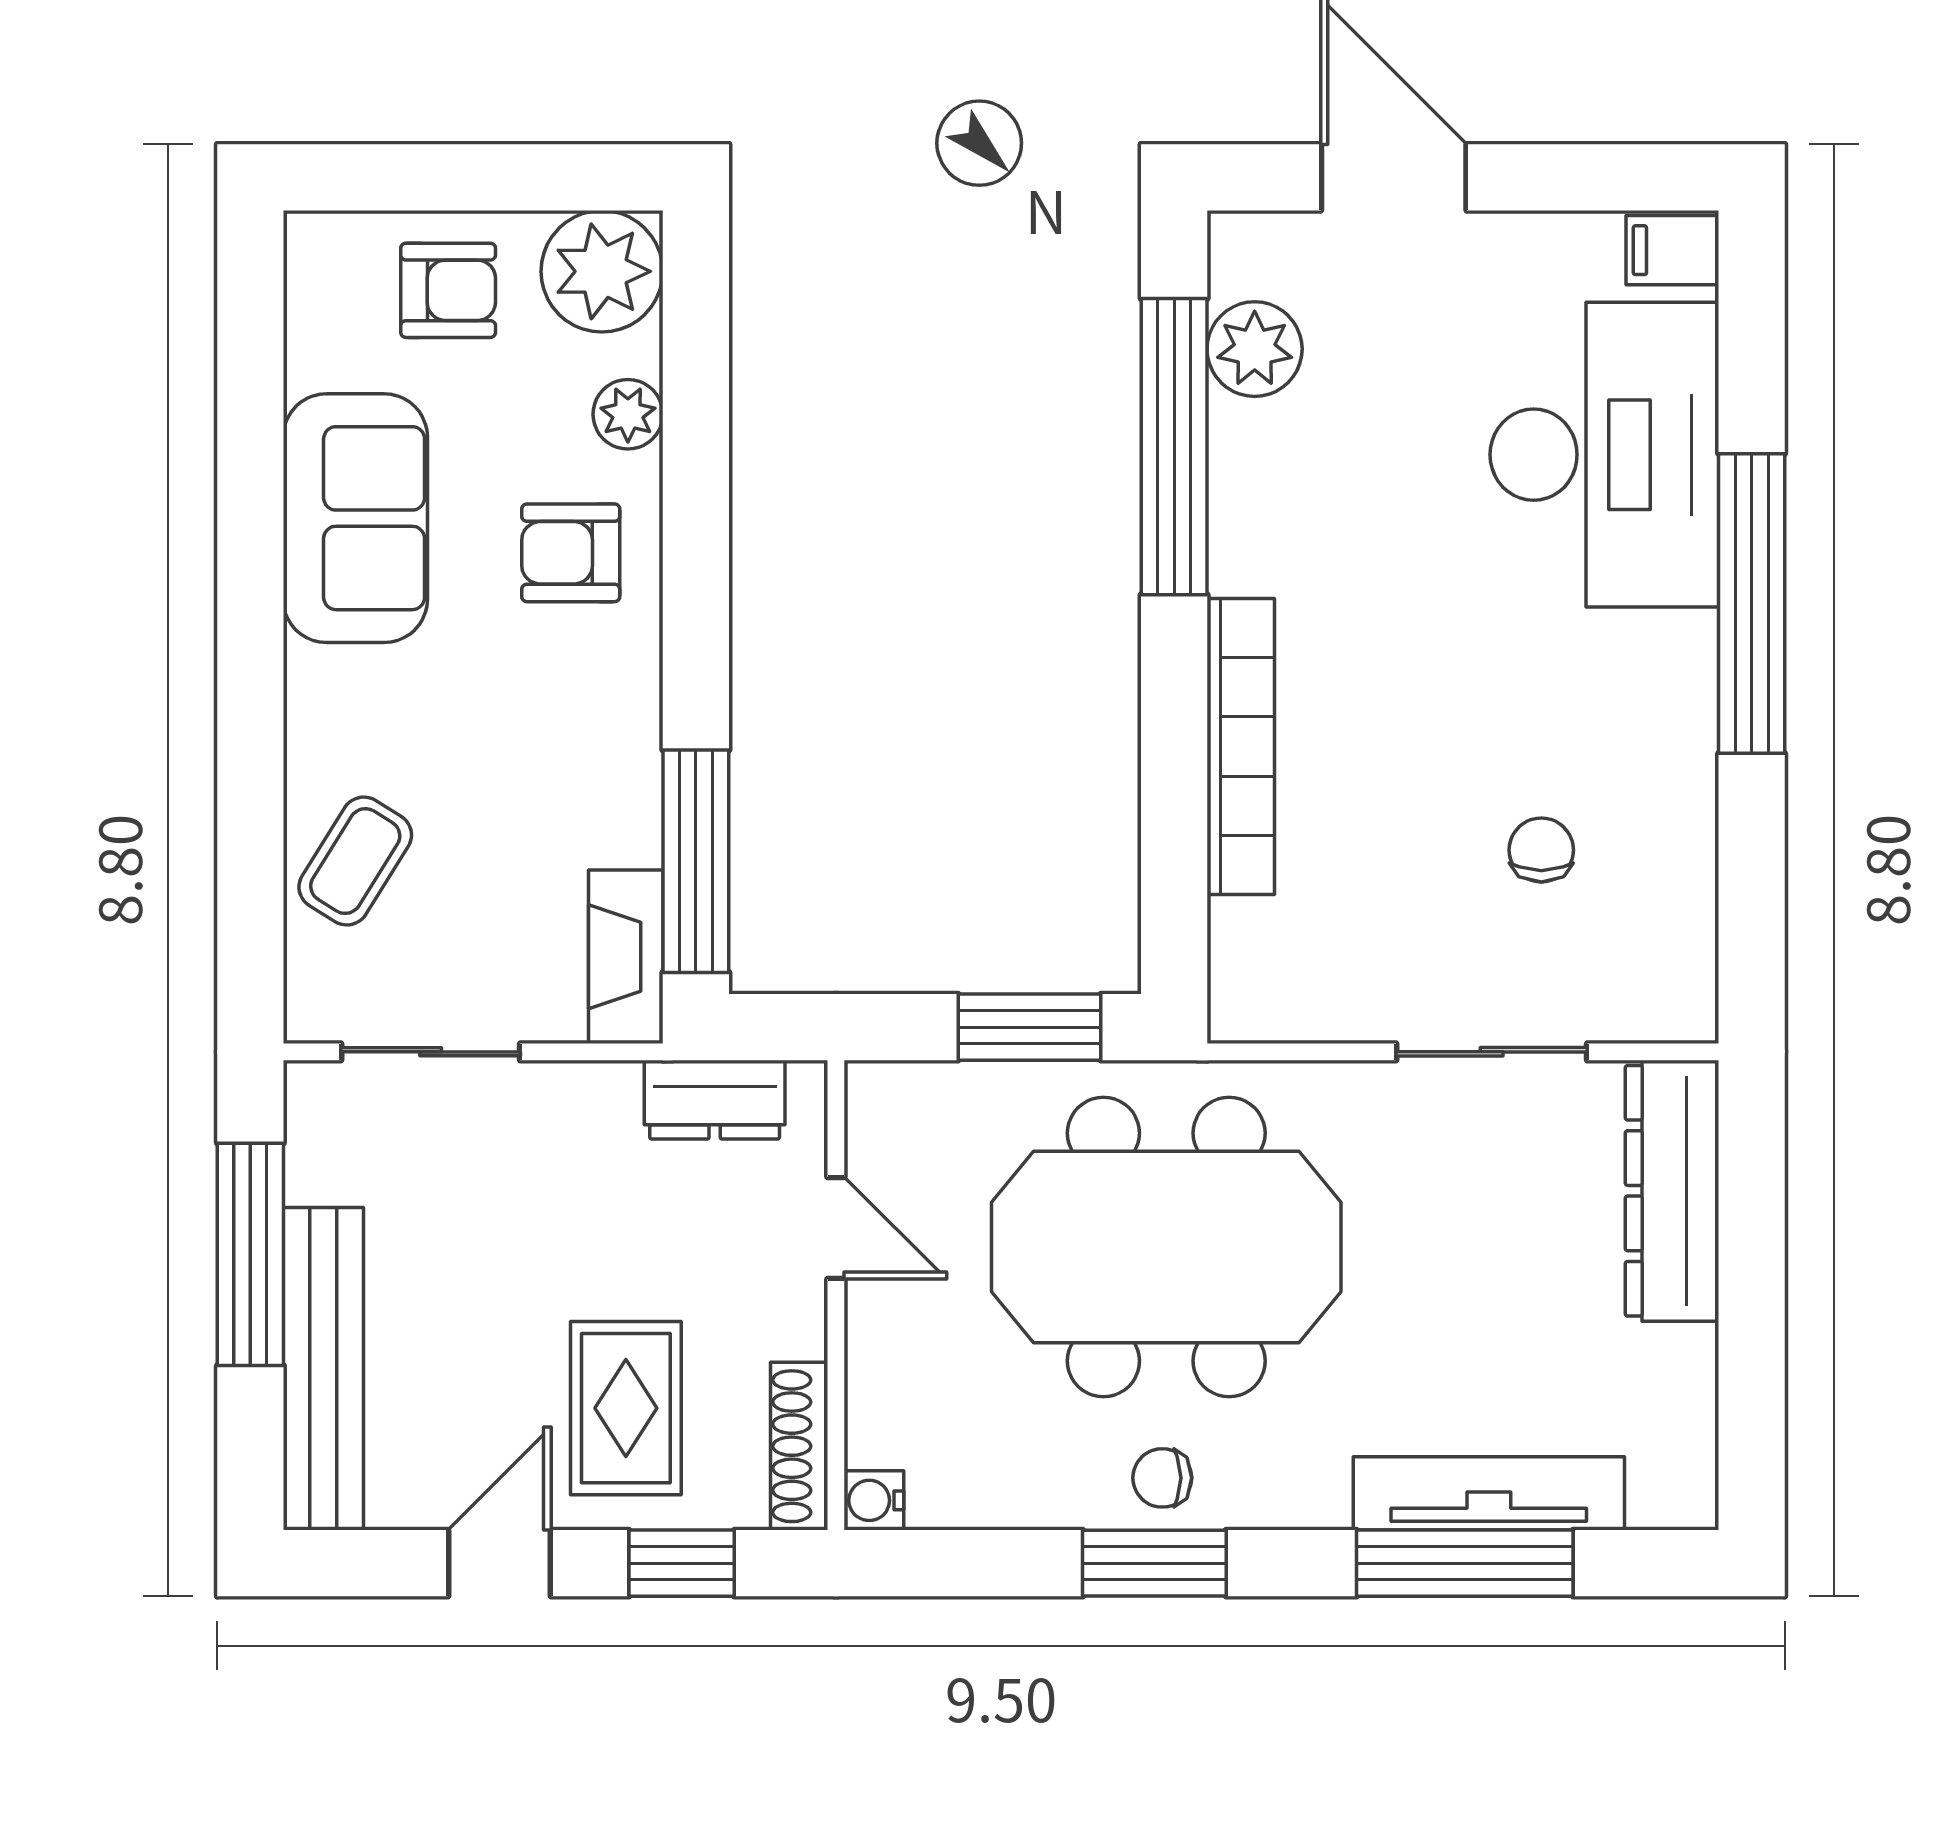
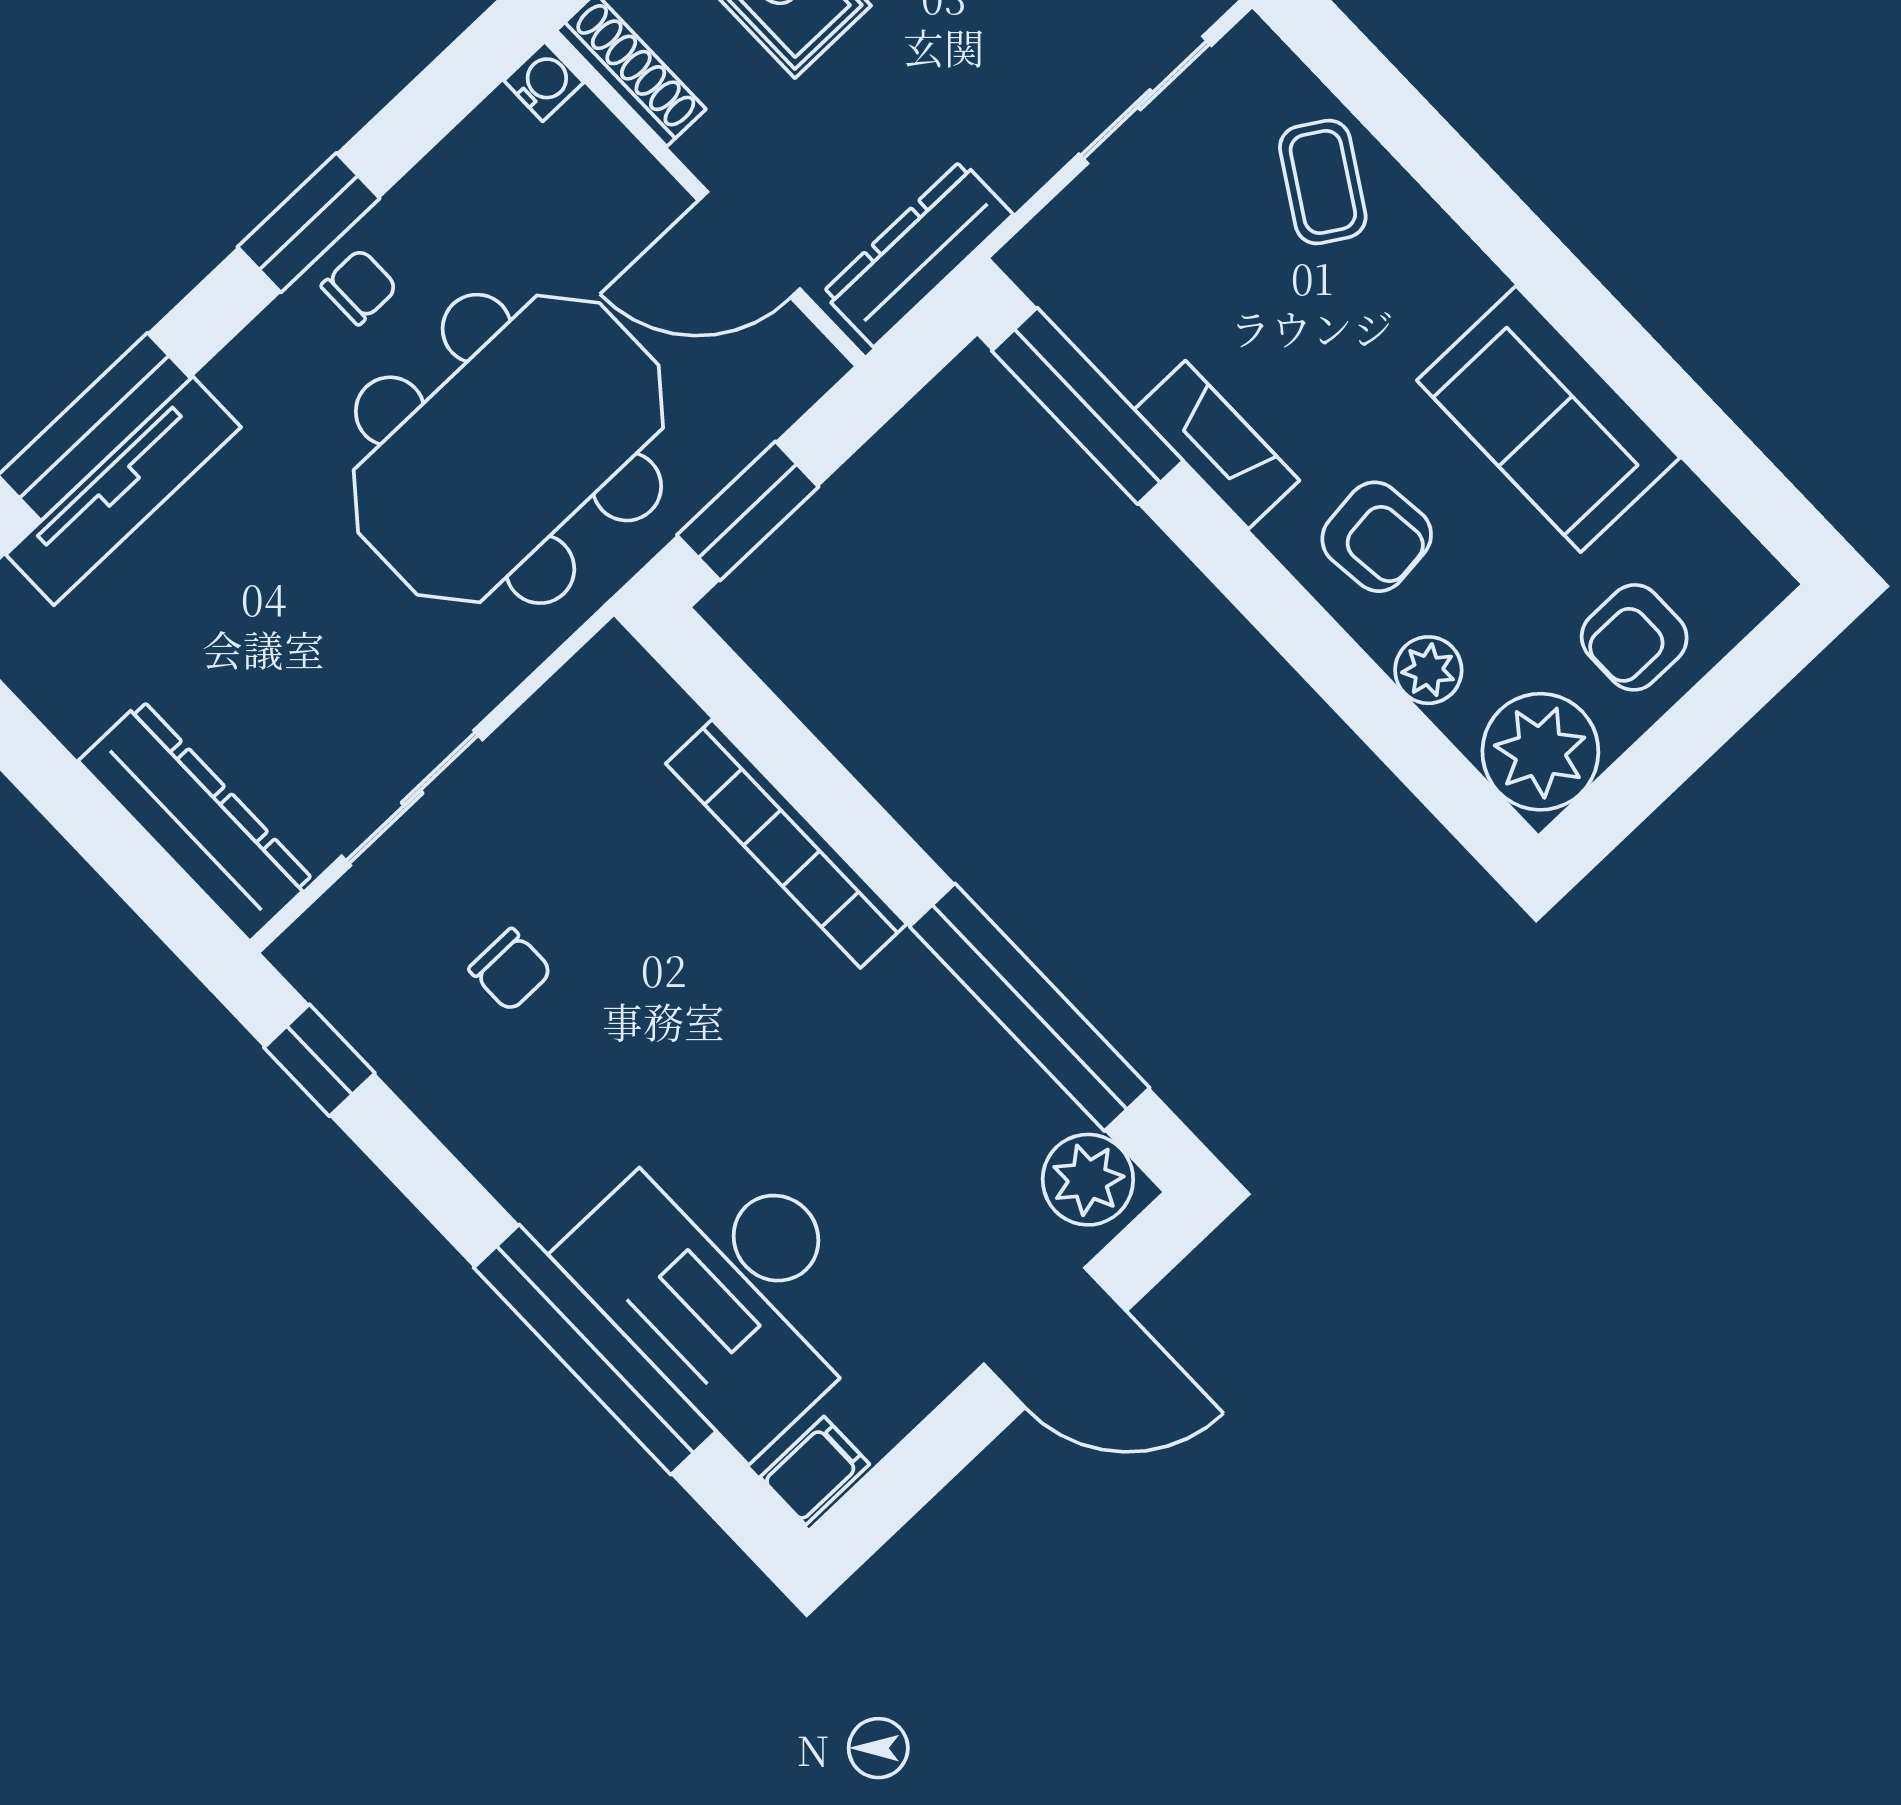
plant: (1255, 349) -> (1088, 1180), moved
armchair: (571, 553) -> (1377, 537), turned 84
window: (1752, 603) -> (595, 1350), moved
window: (1752, 920) -> (319, 1060), added
fireplace: (626, 957) -> (1217, 445), moved
dresser: (715, 1100) -> (917, 254), width x1.44
door: (836, 1228) -> (749, 245), width x1.38

